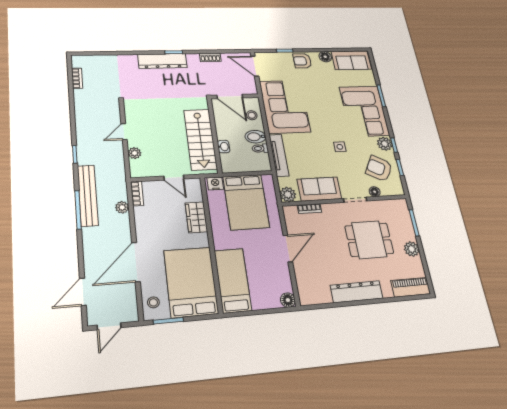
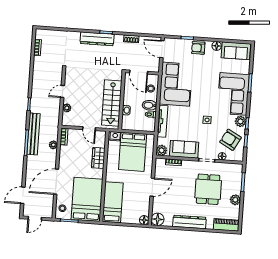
dining table: (369, 240) -> (208, 189), turned 90
floor lamp: (308, 296) -> (158, 219), added

